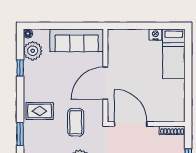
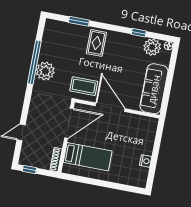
bed: (174, 54) -> (88, 157), moved, turned 180
coffee table: (76, 122) -> (84, 86), moved

